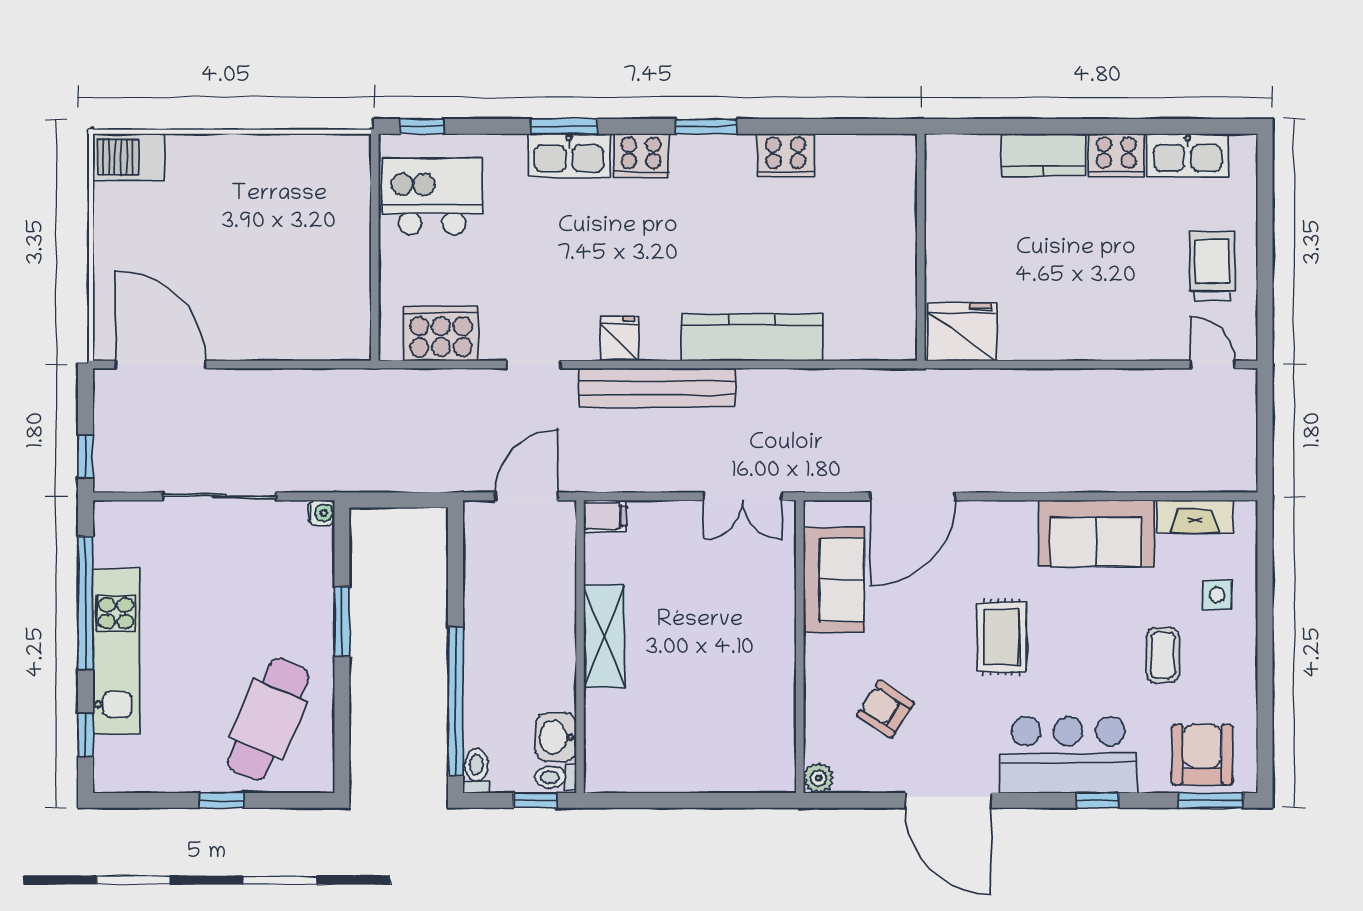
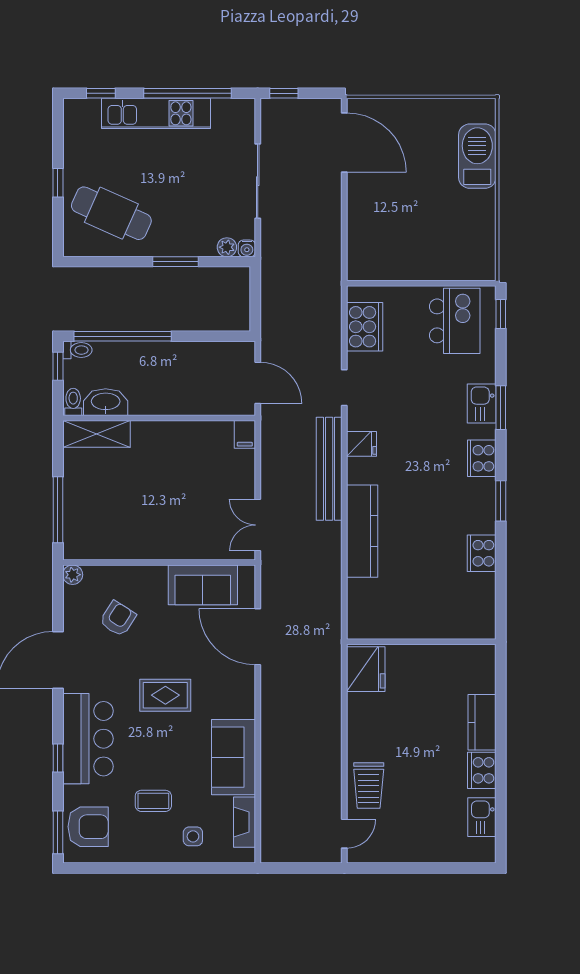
kitchen sink: (569, 155) -> (482, 403), width x0.73
kitchen sink: (1188, 155) -> (482, 817), width x0.73
barbecue: (129, 157) -> (477, 156), moved, width x1.37, depth x1.21
trolley: (1212, 266) -> (369, 786), moved, turned 90
door: (160, 364) -> (344, 142), hinge flipped
plant: (320, 543) -> (227, 247), added
shelving: (604, 637) -> (96, 434), moved
washbasin: (556, 737) -> (106, 402), width x1.38
window: (535, 800) -> (58, 366), moved
window: (720, 800) -> (58, 510), added

